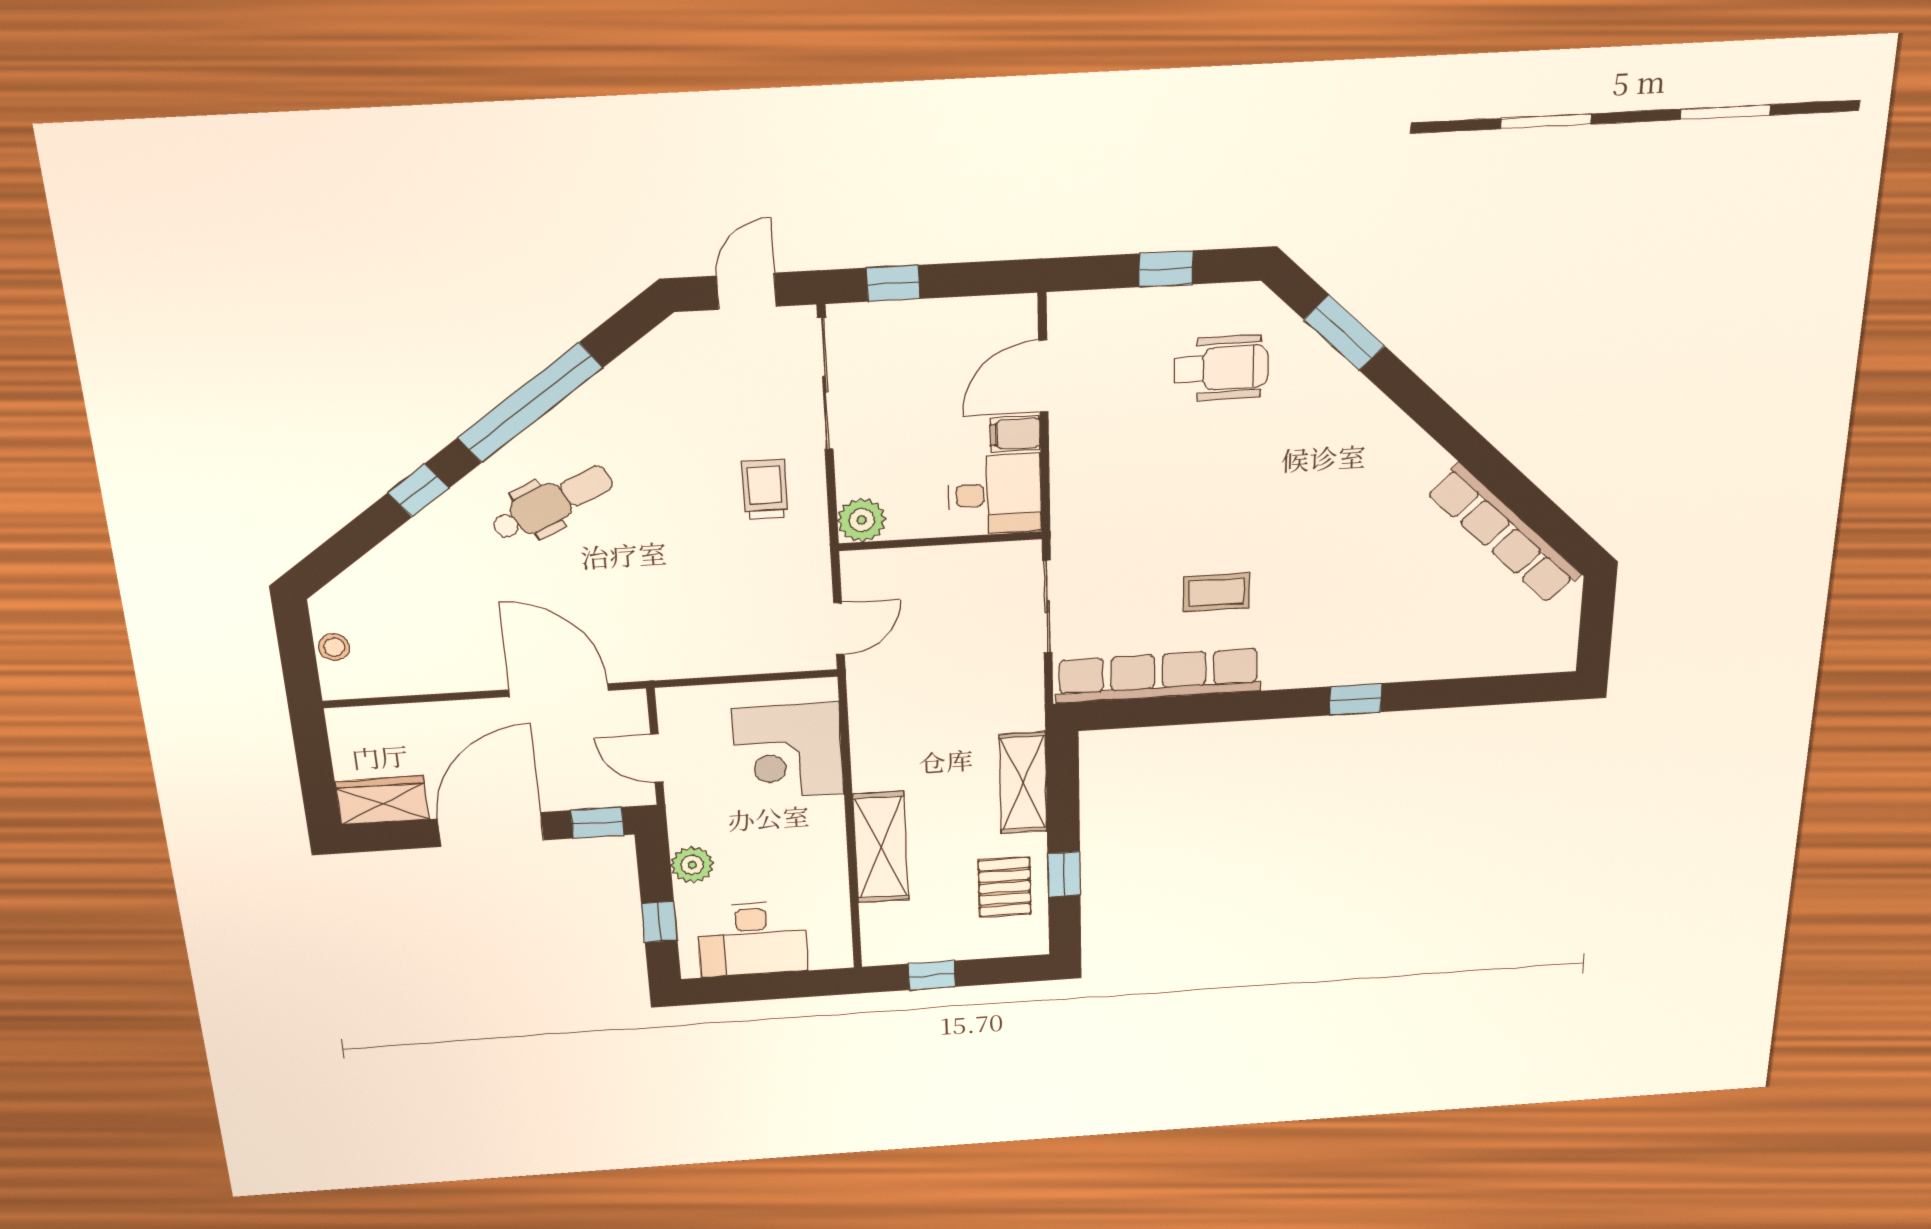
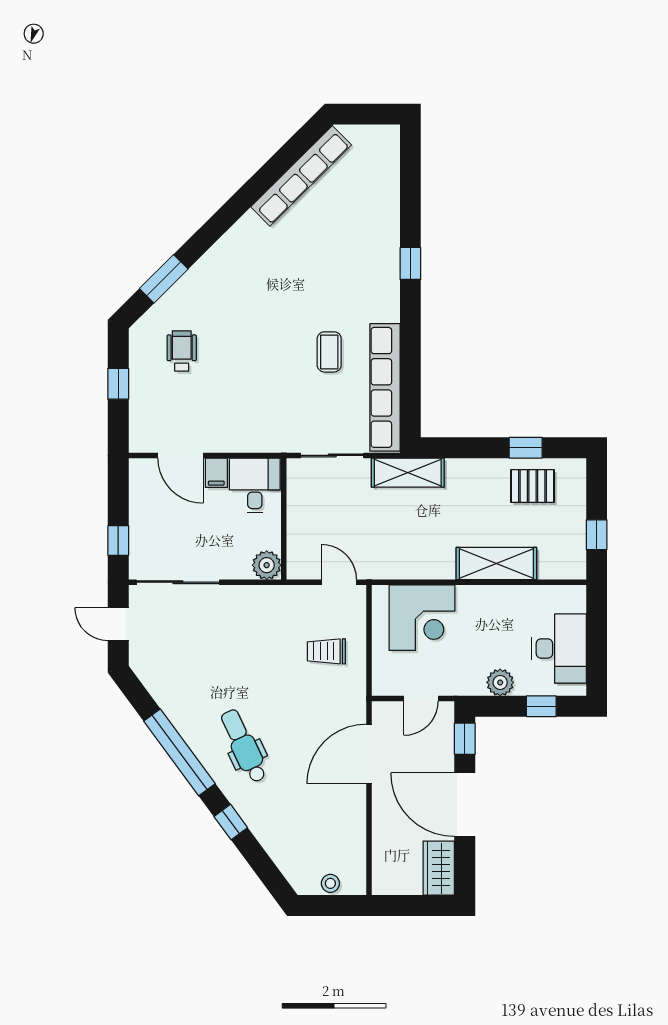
wheelchair: (1221, 368) -> (182, 351), width x0.73, depth x0.73
trolley: (765, 489) -> (326, 651), moved
shelving: (1023, 783) -> (408, 473), moved

